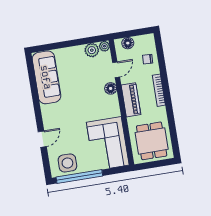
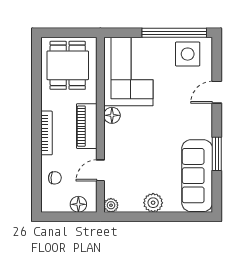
plant: (92, 50) -> (153, 203), moved
floor lamp: (111, 88) -> (112, 115), moved
window: (35, 95) -> (217, 154), added

